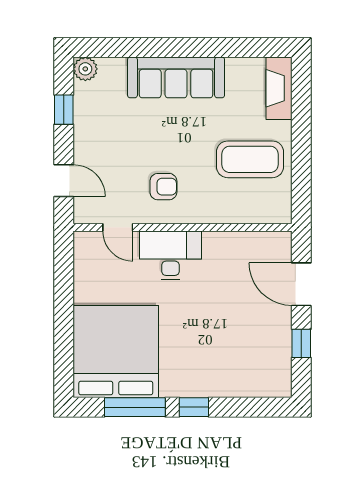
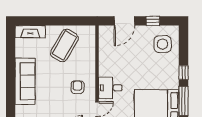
coffee table: (250, 159) -> (64, 46), turned 30
desk: (170, 255) -> (110, 88), width x0.73
side table: (253, 363) -> (163, 44), added

